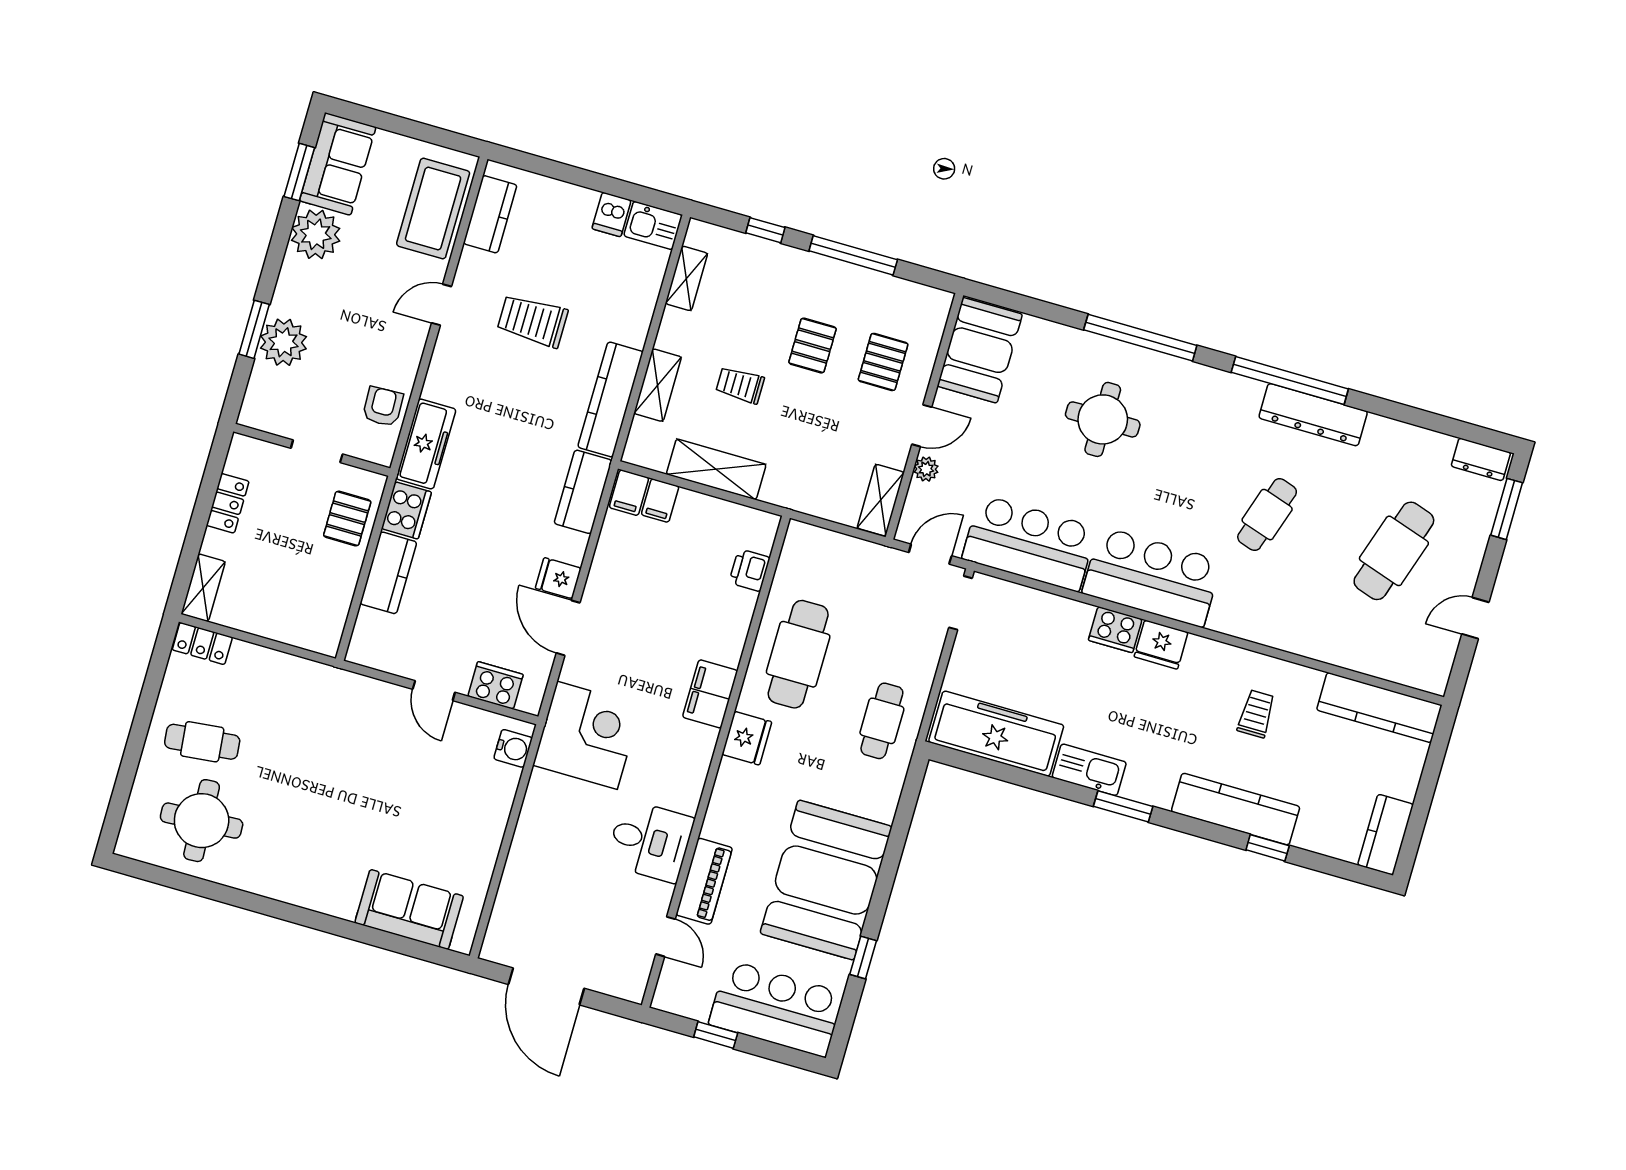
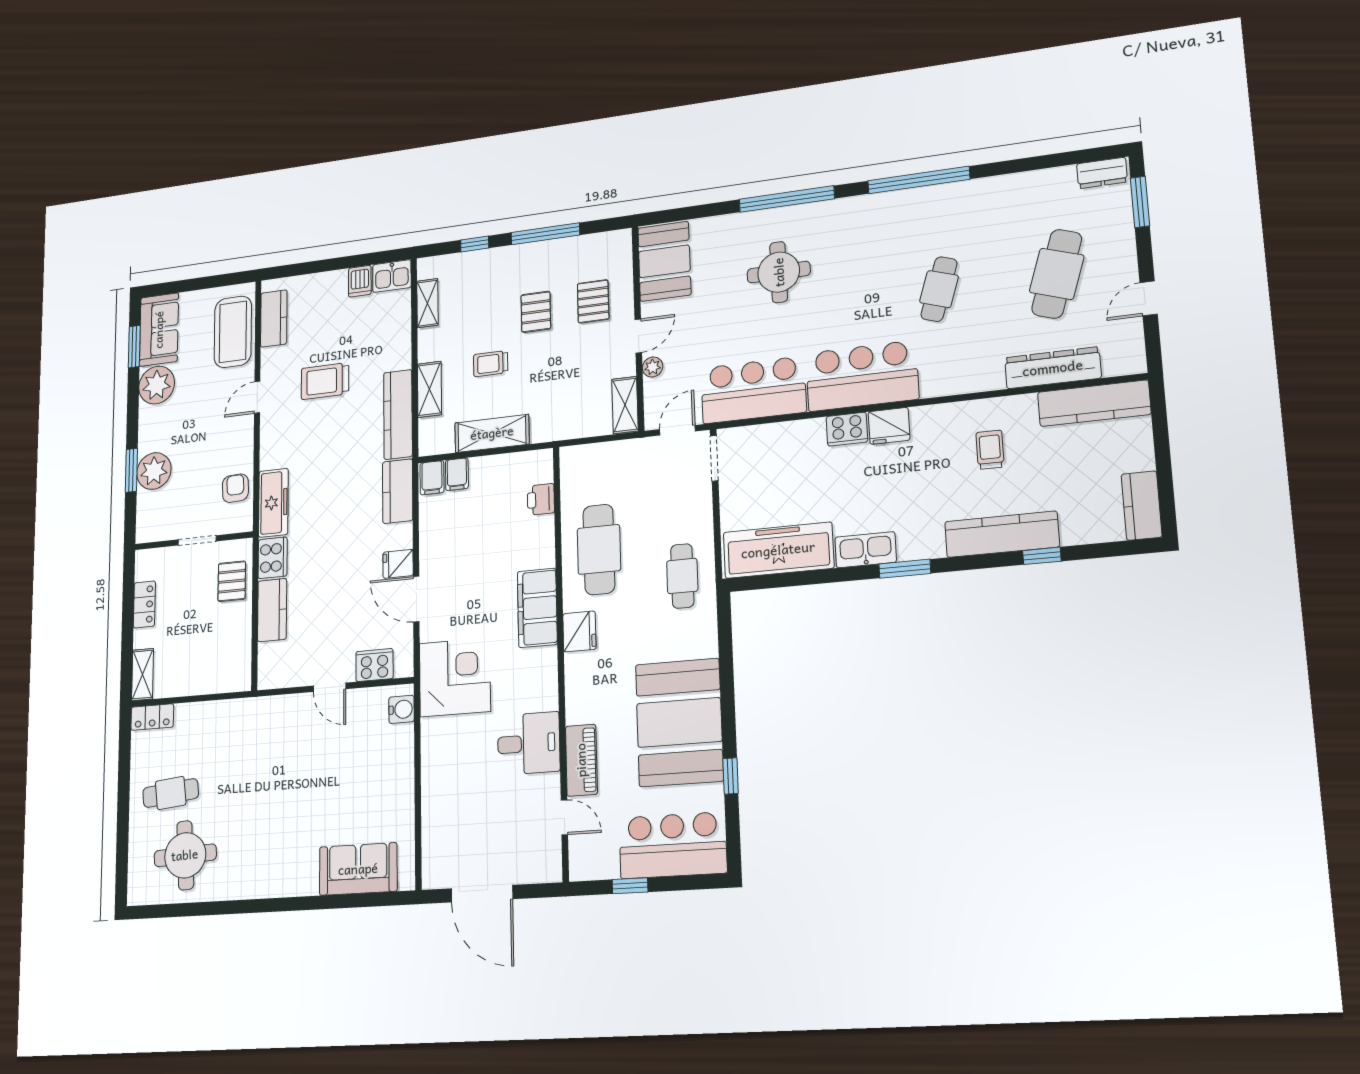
dresser: (1313, 415) -> (1053, 368), moved, turned 180
filing cabinet: (710, 694) -> (537, 608), width x1.50, depth x1.17

